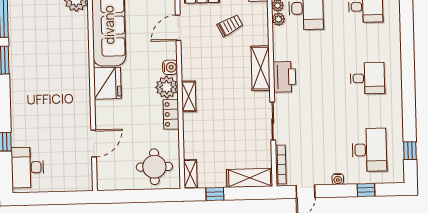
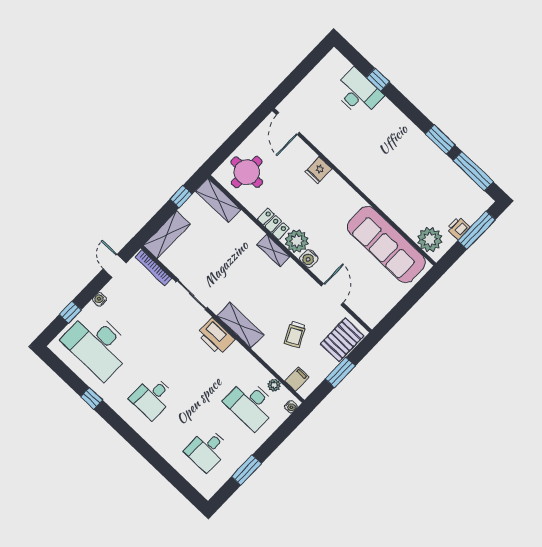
plant: (278, 19) -> (263, 375), removed
fridge: (107, 83) -> (319, 170), moved, width x0.53, depth x0.75
door: (94, 143) -> (288, 124), moved
desk: (369, 150) -> (98, 345), width x1.36, depth x1.30
window: (410, 151) -> (91, 398), moved
desk: (28, 167) -> (358, 93), moved
shelving: (190, 174) -> (218, 200), width x1.50, depth x1.33

